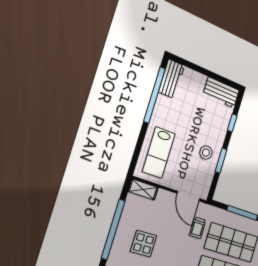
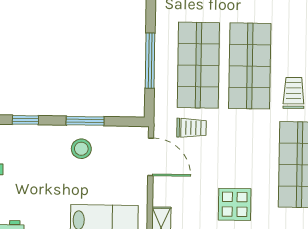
door: (188, 196) -> (151, 157), hinge flipped

